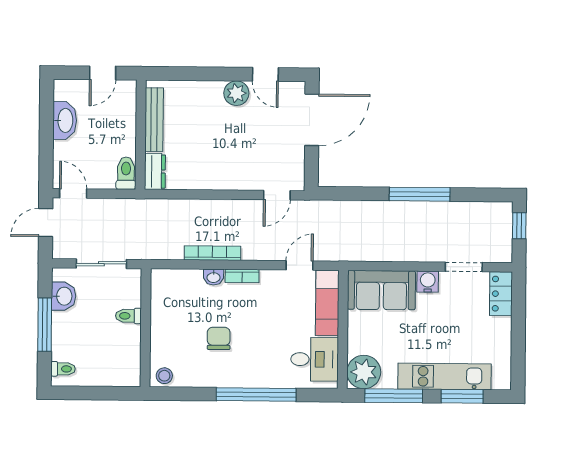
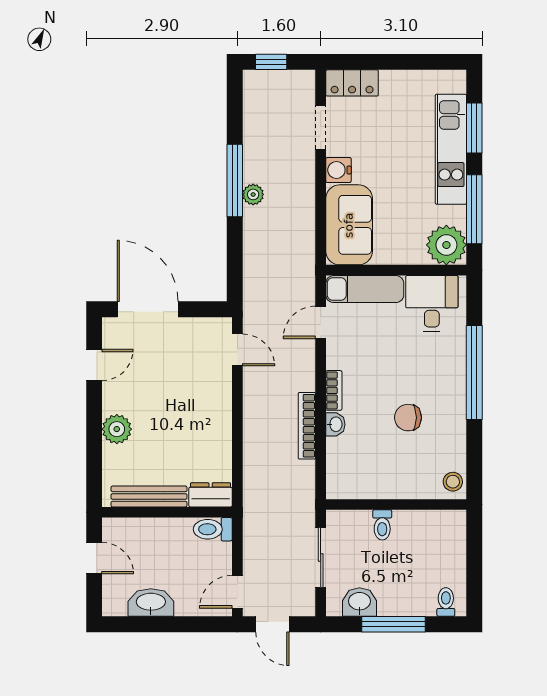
plant: (236, 93) -> (117, 429), moved
plant: (408, 210) -> (253, 194), added
door: (299, 265) -> (321, 322), hinge flipped

